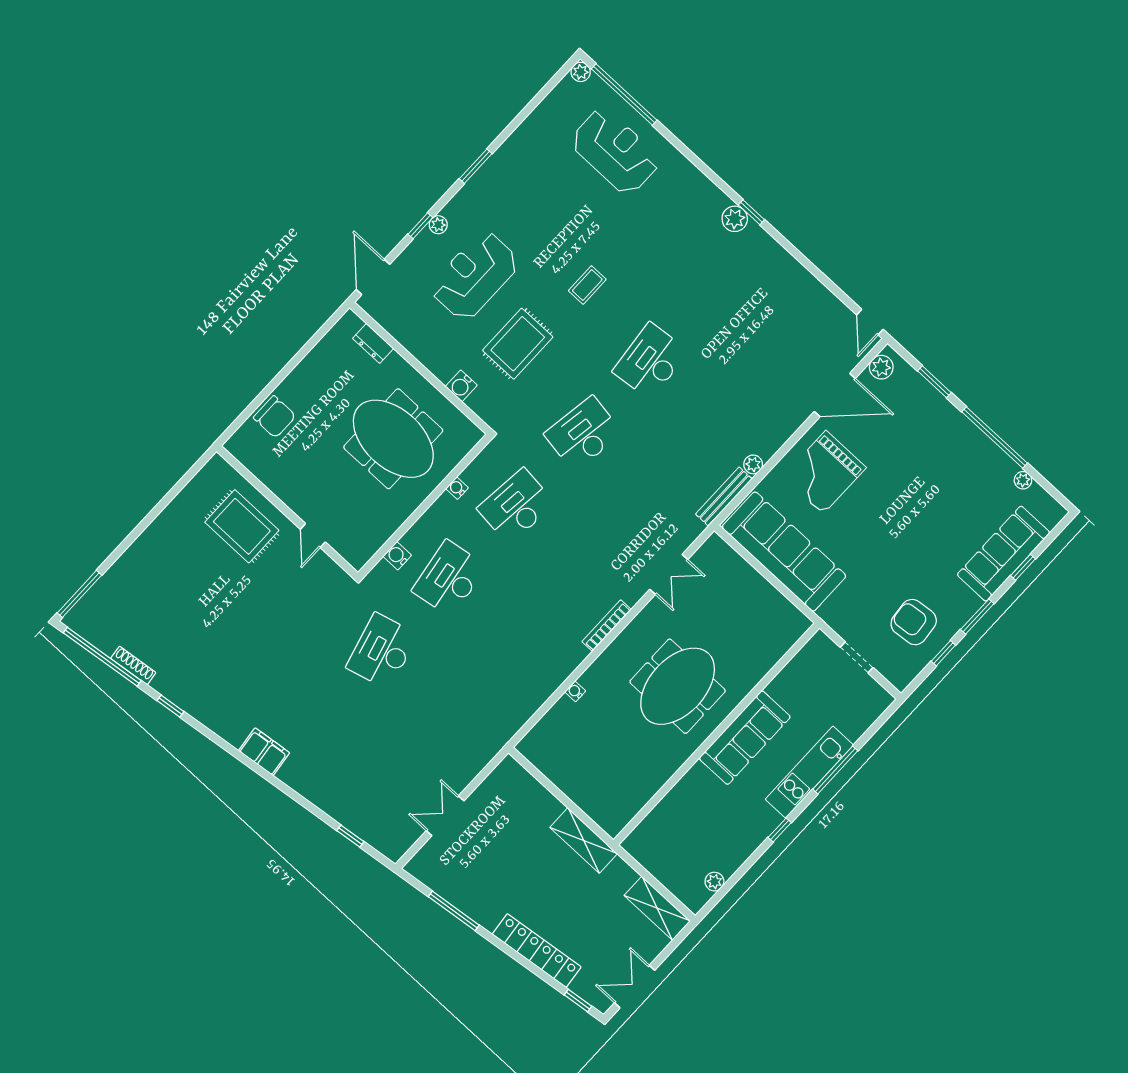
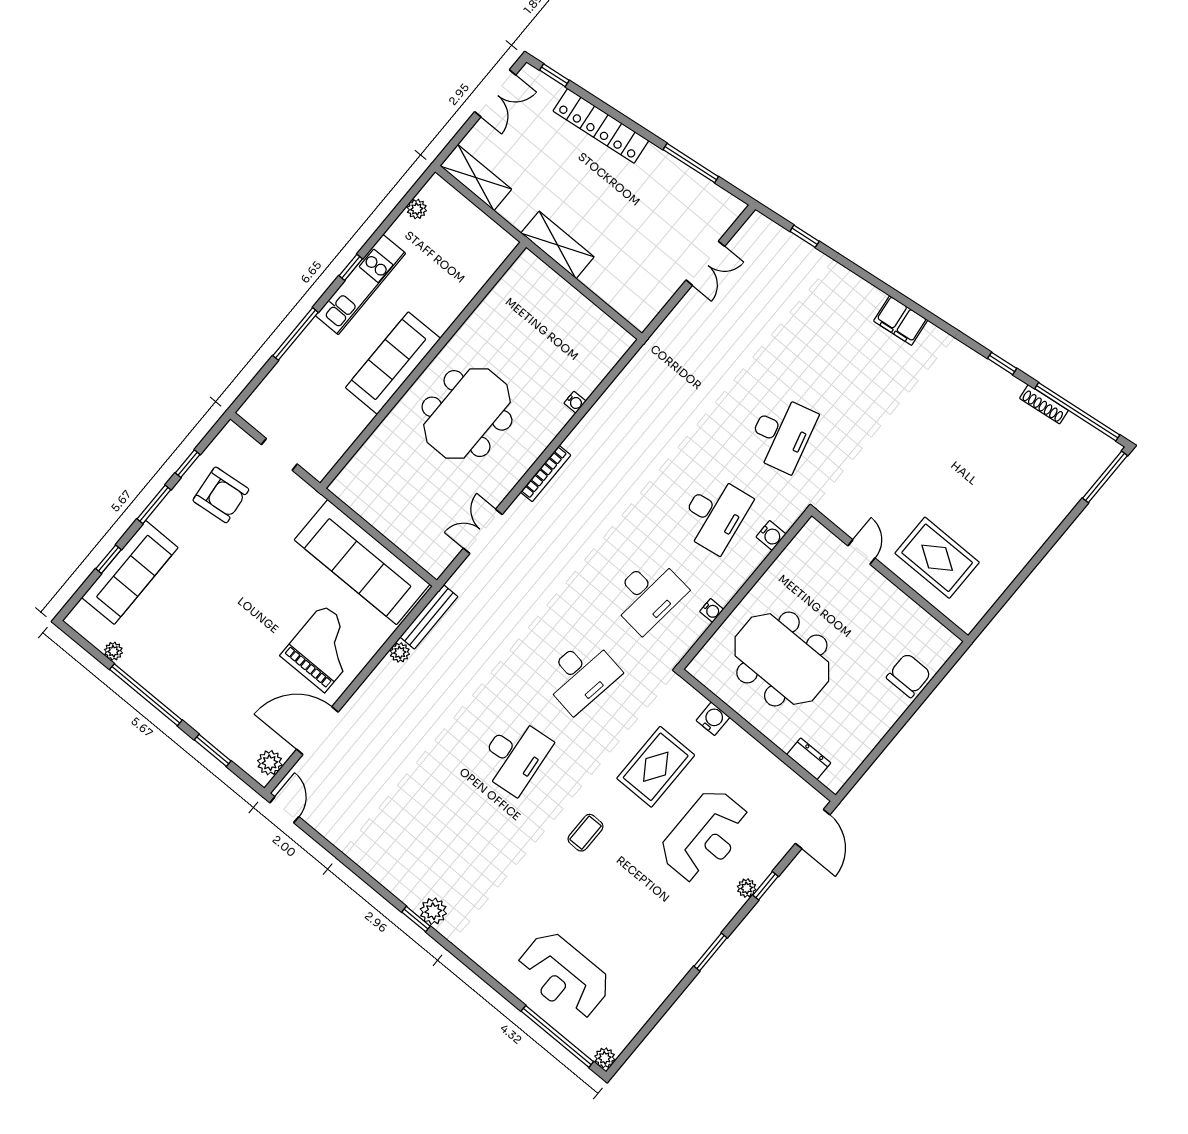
chair: (275, 417) -> (909, 675), turned 90
kitchen unit: (809, 772) -> (361, 285), moved

